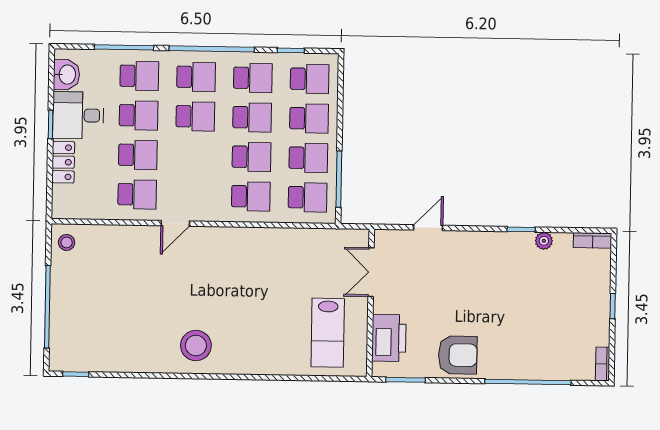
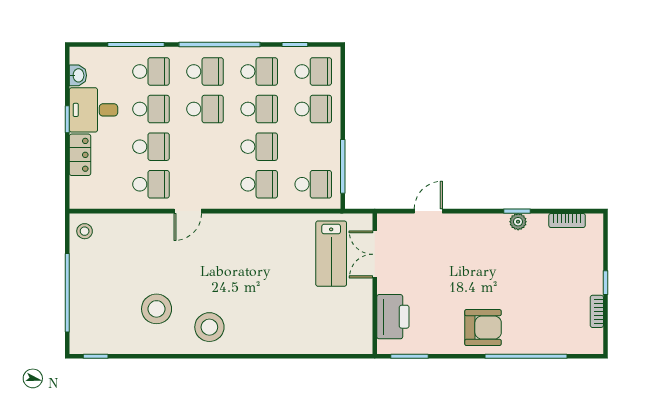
washbasin: (67, 75) -> (78, 75), width x0.72, depth x0.69
school desk: (308, 158) -> (313, 147), removed
bookcase: (593, 240) -> (567, 221), moved
plant: (544, 241) -> (518, 222), moved
stool: (141, 325) -> (157, 309), added
lab bench: (328, 333) -> (331, 254), moved
armchair: (458, 355) -> (483, 328), moved
bookcase: (603, 364) -> (597, 311), moved

